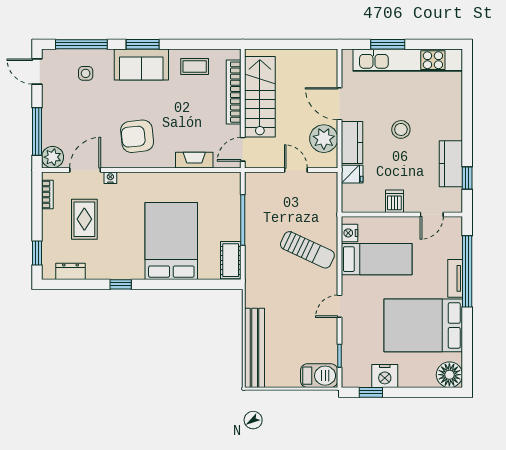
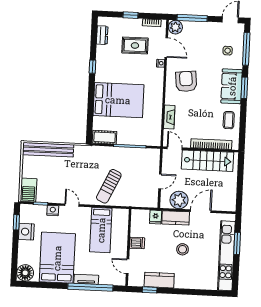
nightstand: (350, 233) -> (53, 210), moved
window: (37, 253) -> (130, 15), moved

